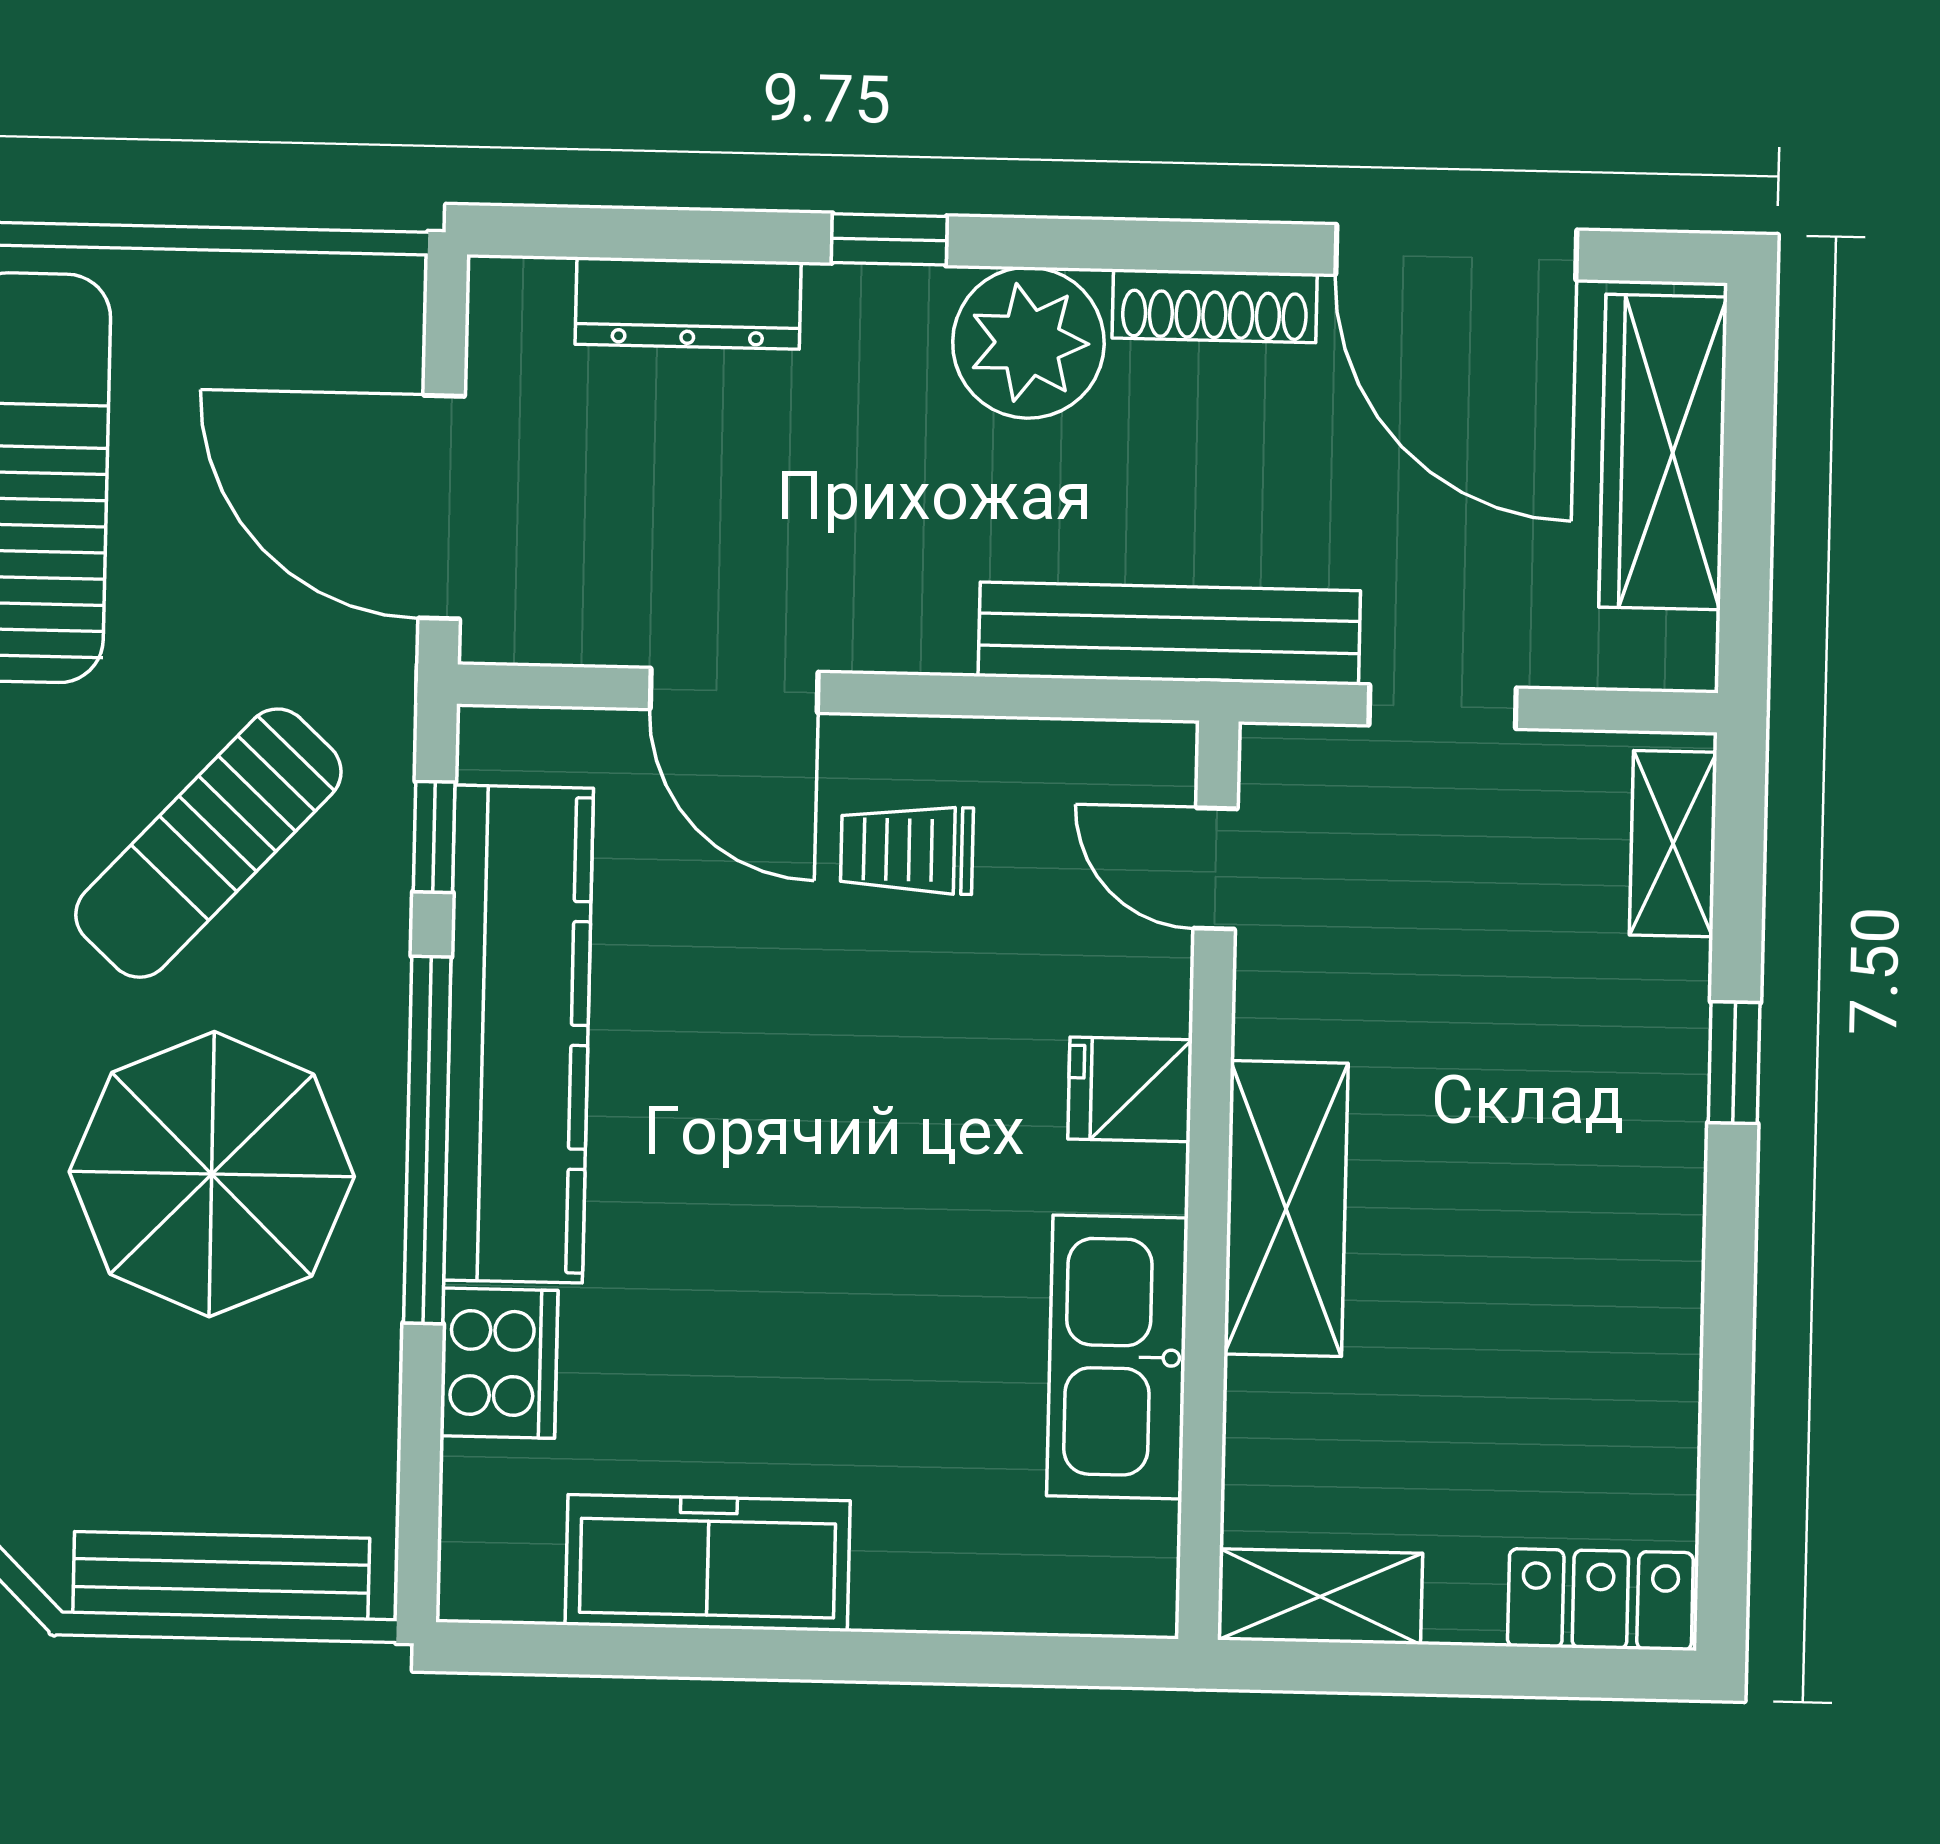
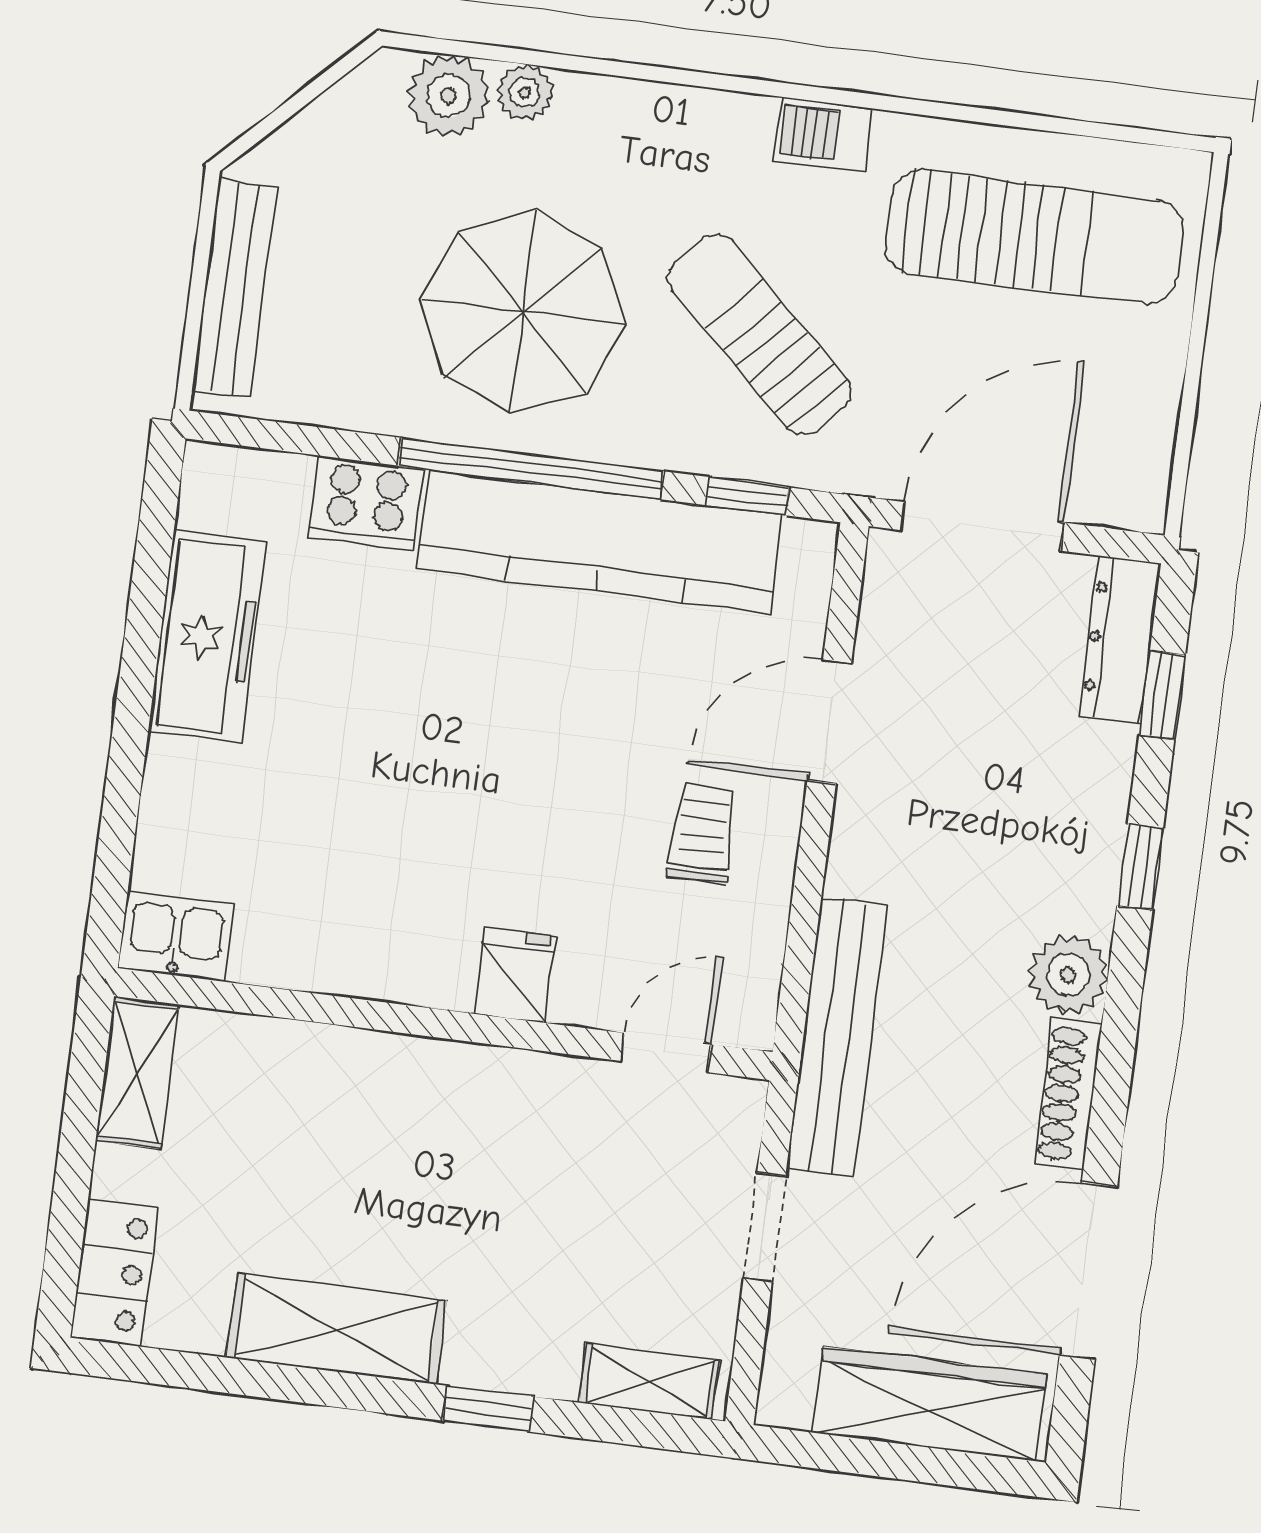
window: (649, 234) -> (1162, 695), added
dresser: (688, 303) -> (1120, 639), moved
plant: (1028, 343) -> (1068, 975), width x0.73, depth x0.73
shelving: (1286, 1209) -> (337, 1329), moved
kitchen sink: (1117, 1357) -> (176, 936), moved, width x0.53, depth x0.81

